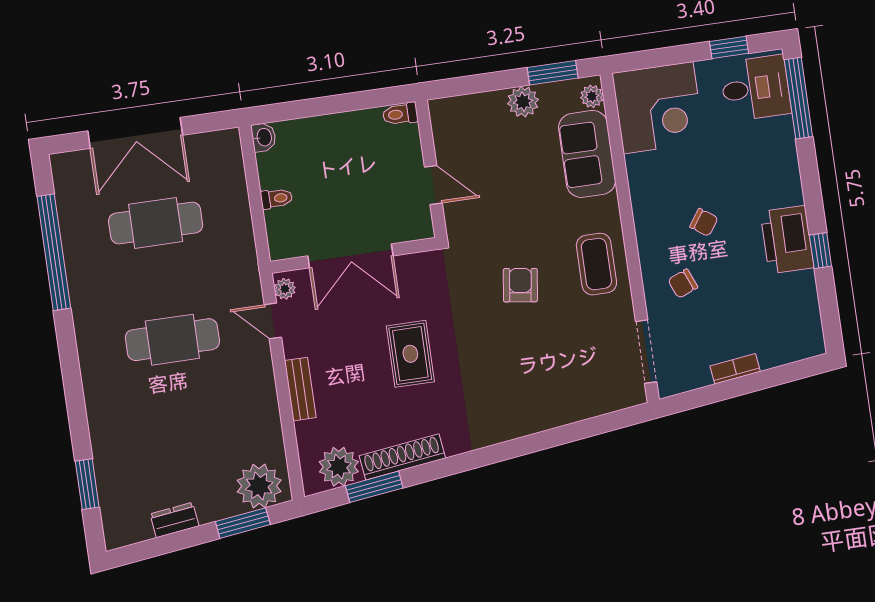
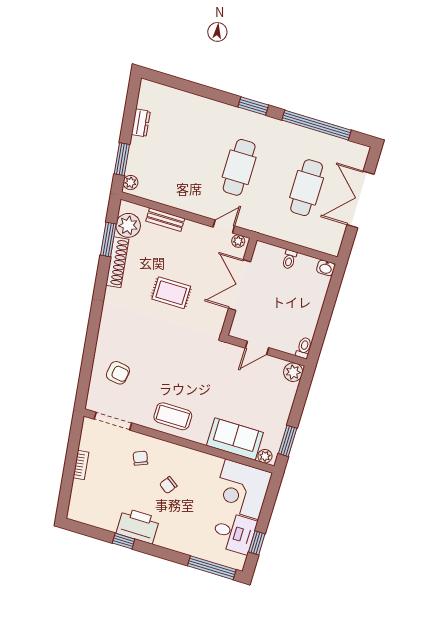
desk: (755, 88) -> (234, 533), moved, turned -90
plant: (523, 102) -> (293, 372), moved
armchair: (520, 285) -> (118, 373), moved
bench: (300, 389) -> (165, 220), moved
window: (87, 484) -> (253, 106), moved
plant: (259, 486) -> (131, 183), width x0.53, depth x0.53

